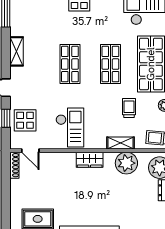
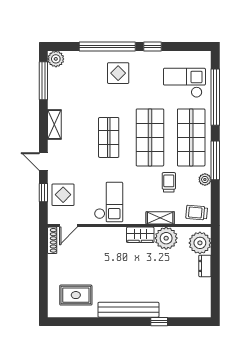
shop shelf: (110, 64) -> (150, 137), width x1.43, depth x1.36
door: (30, 151) -> (68, 226), hinge flipped
wardrobe: (90, 160) -> (140, 235), moved

